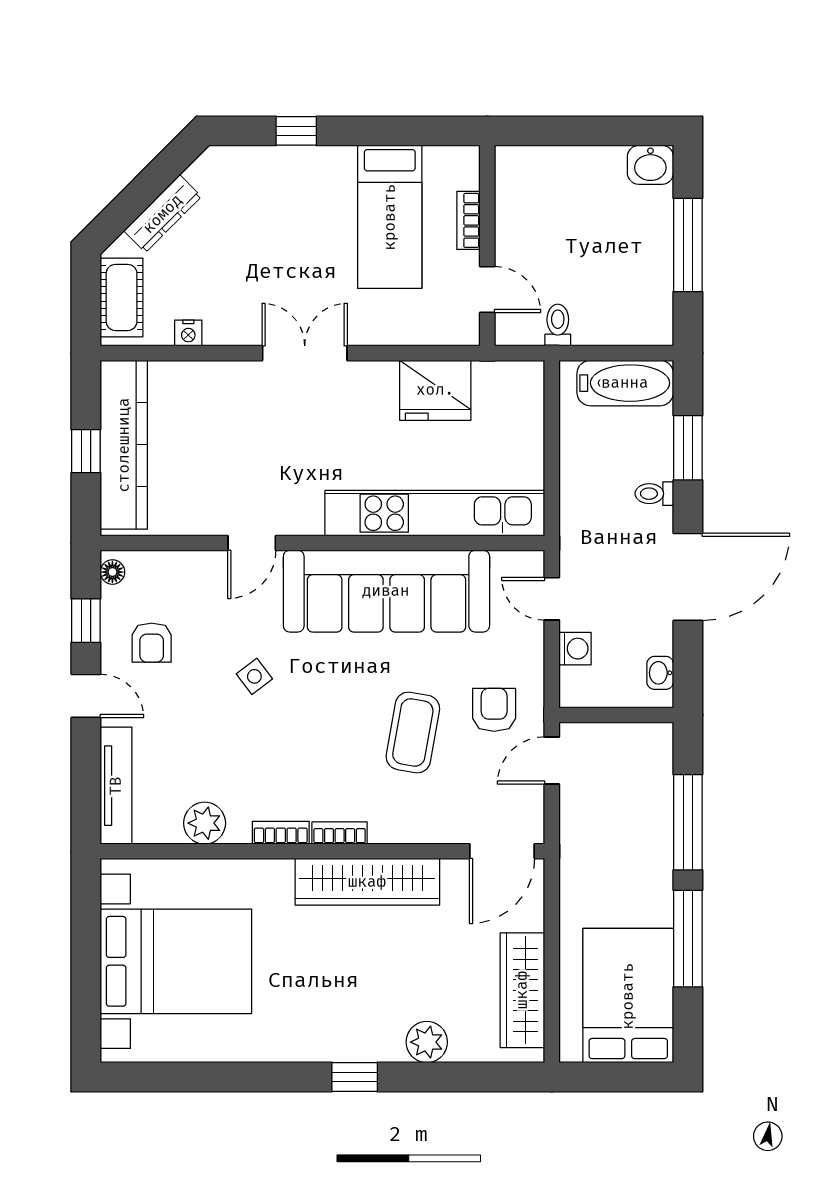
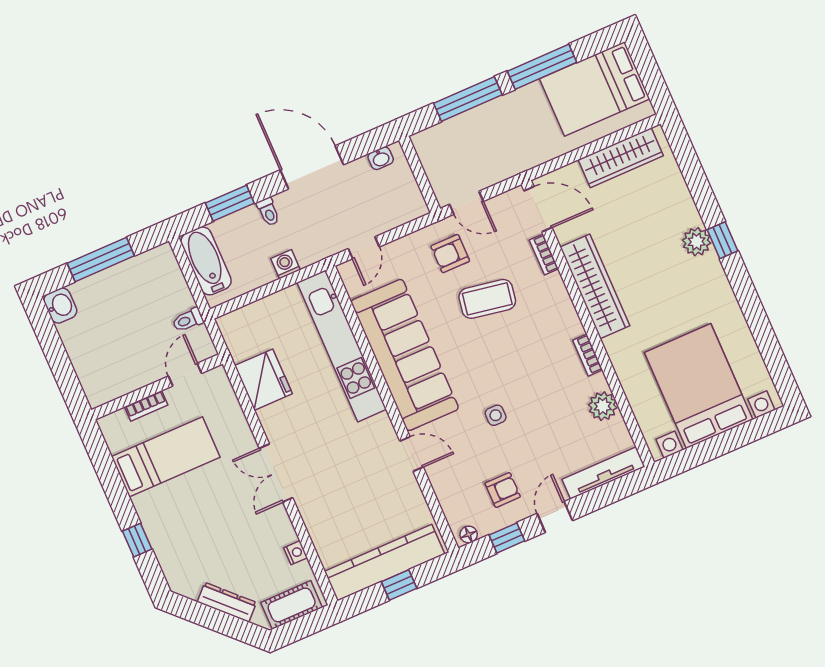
washing machine: (575, 649) -> (286, 264), moved
side table: (254, 676) -> (496, 415), turned 37
bookcase: (340, 833) -> (544, 254), moved
plant: (427, 1042) -> (697, 242), moved

